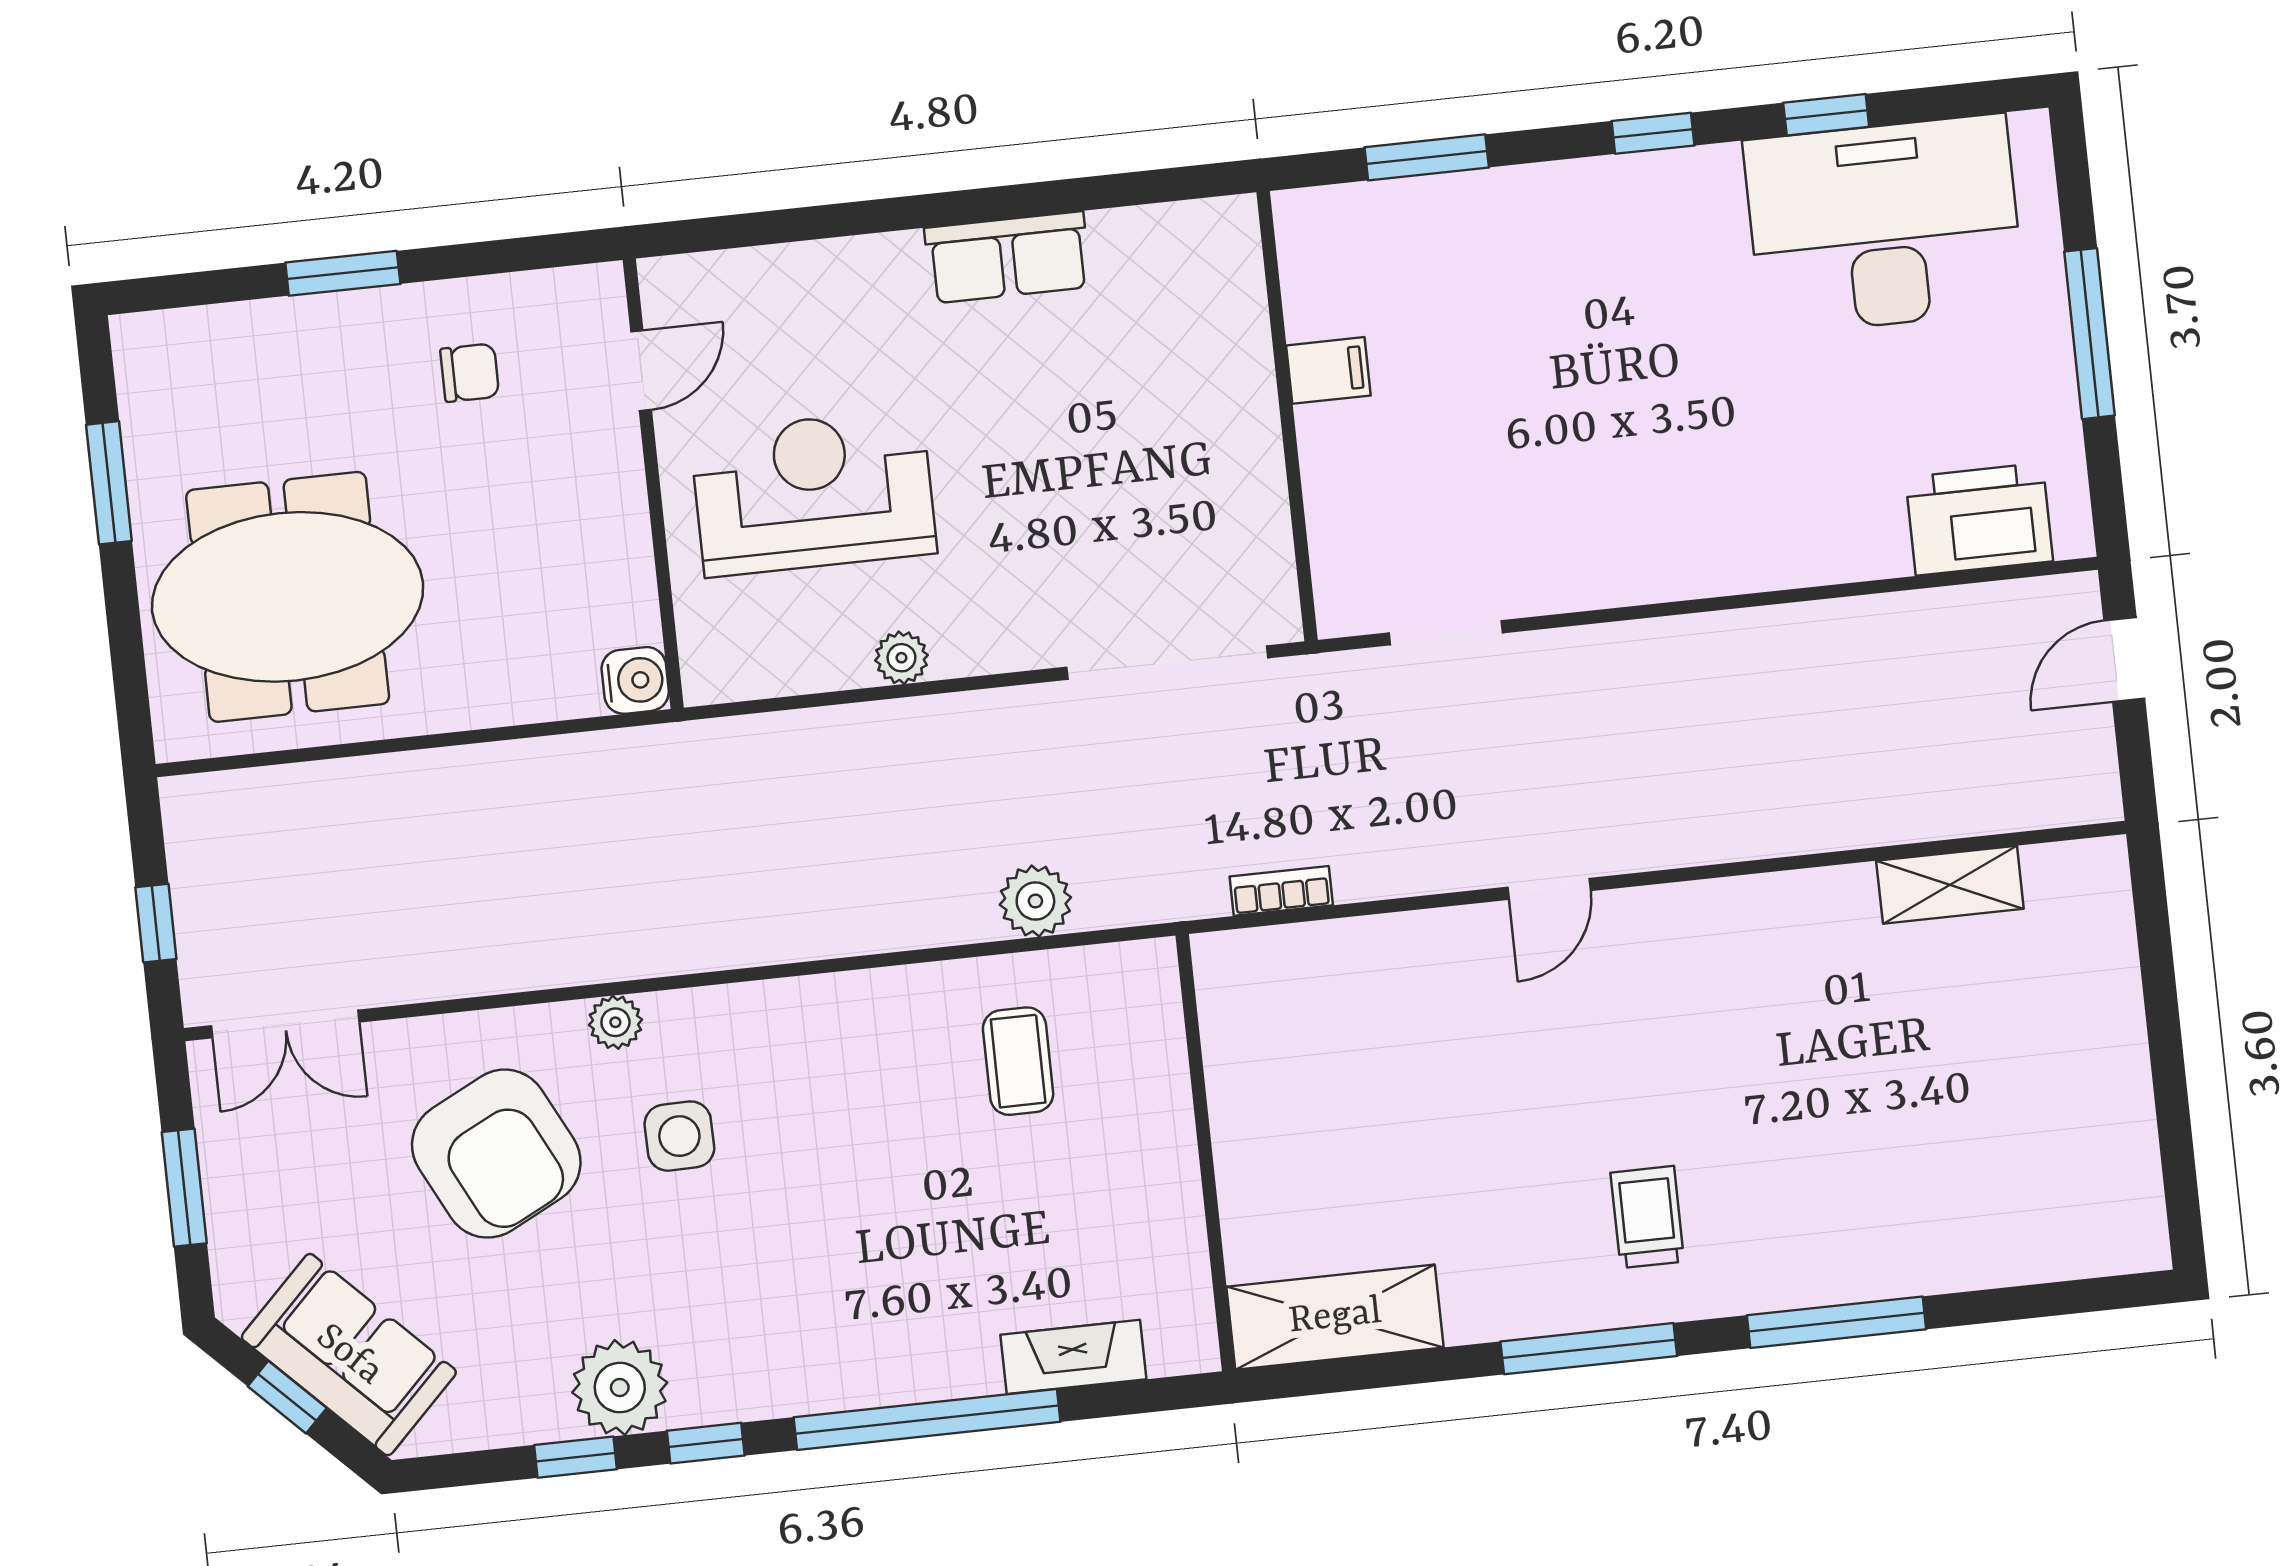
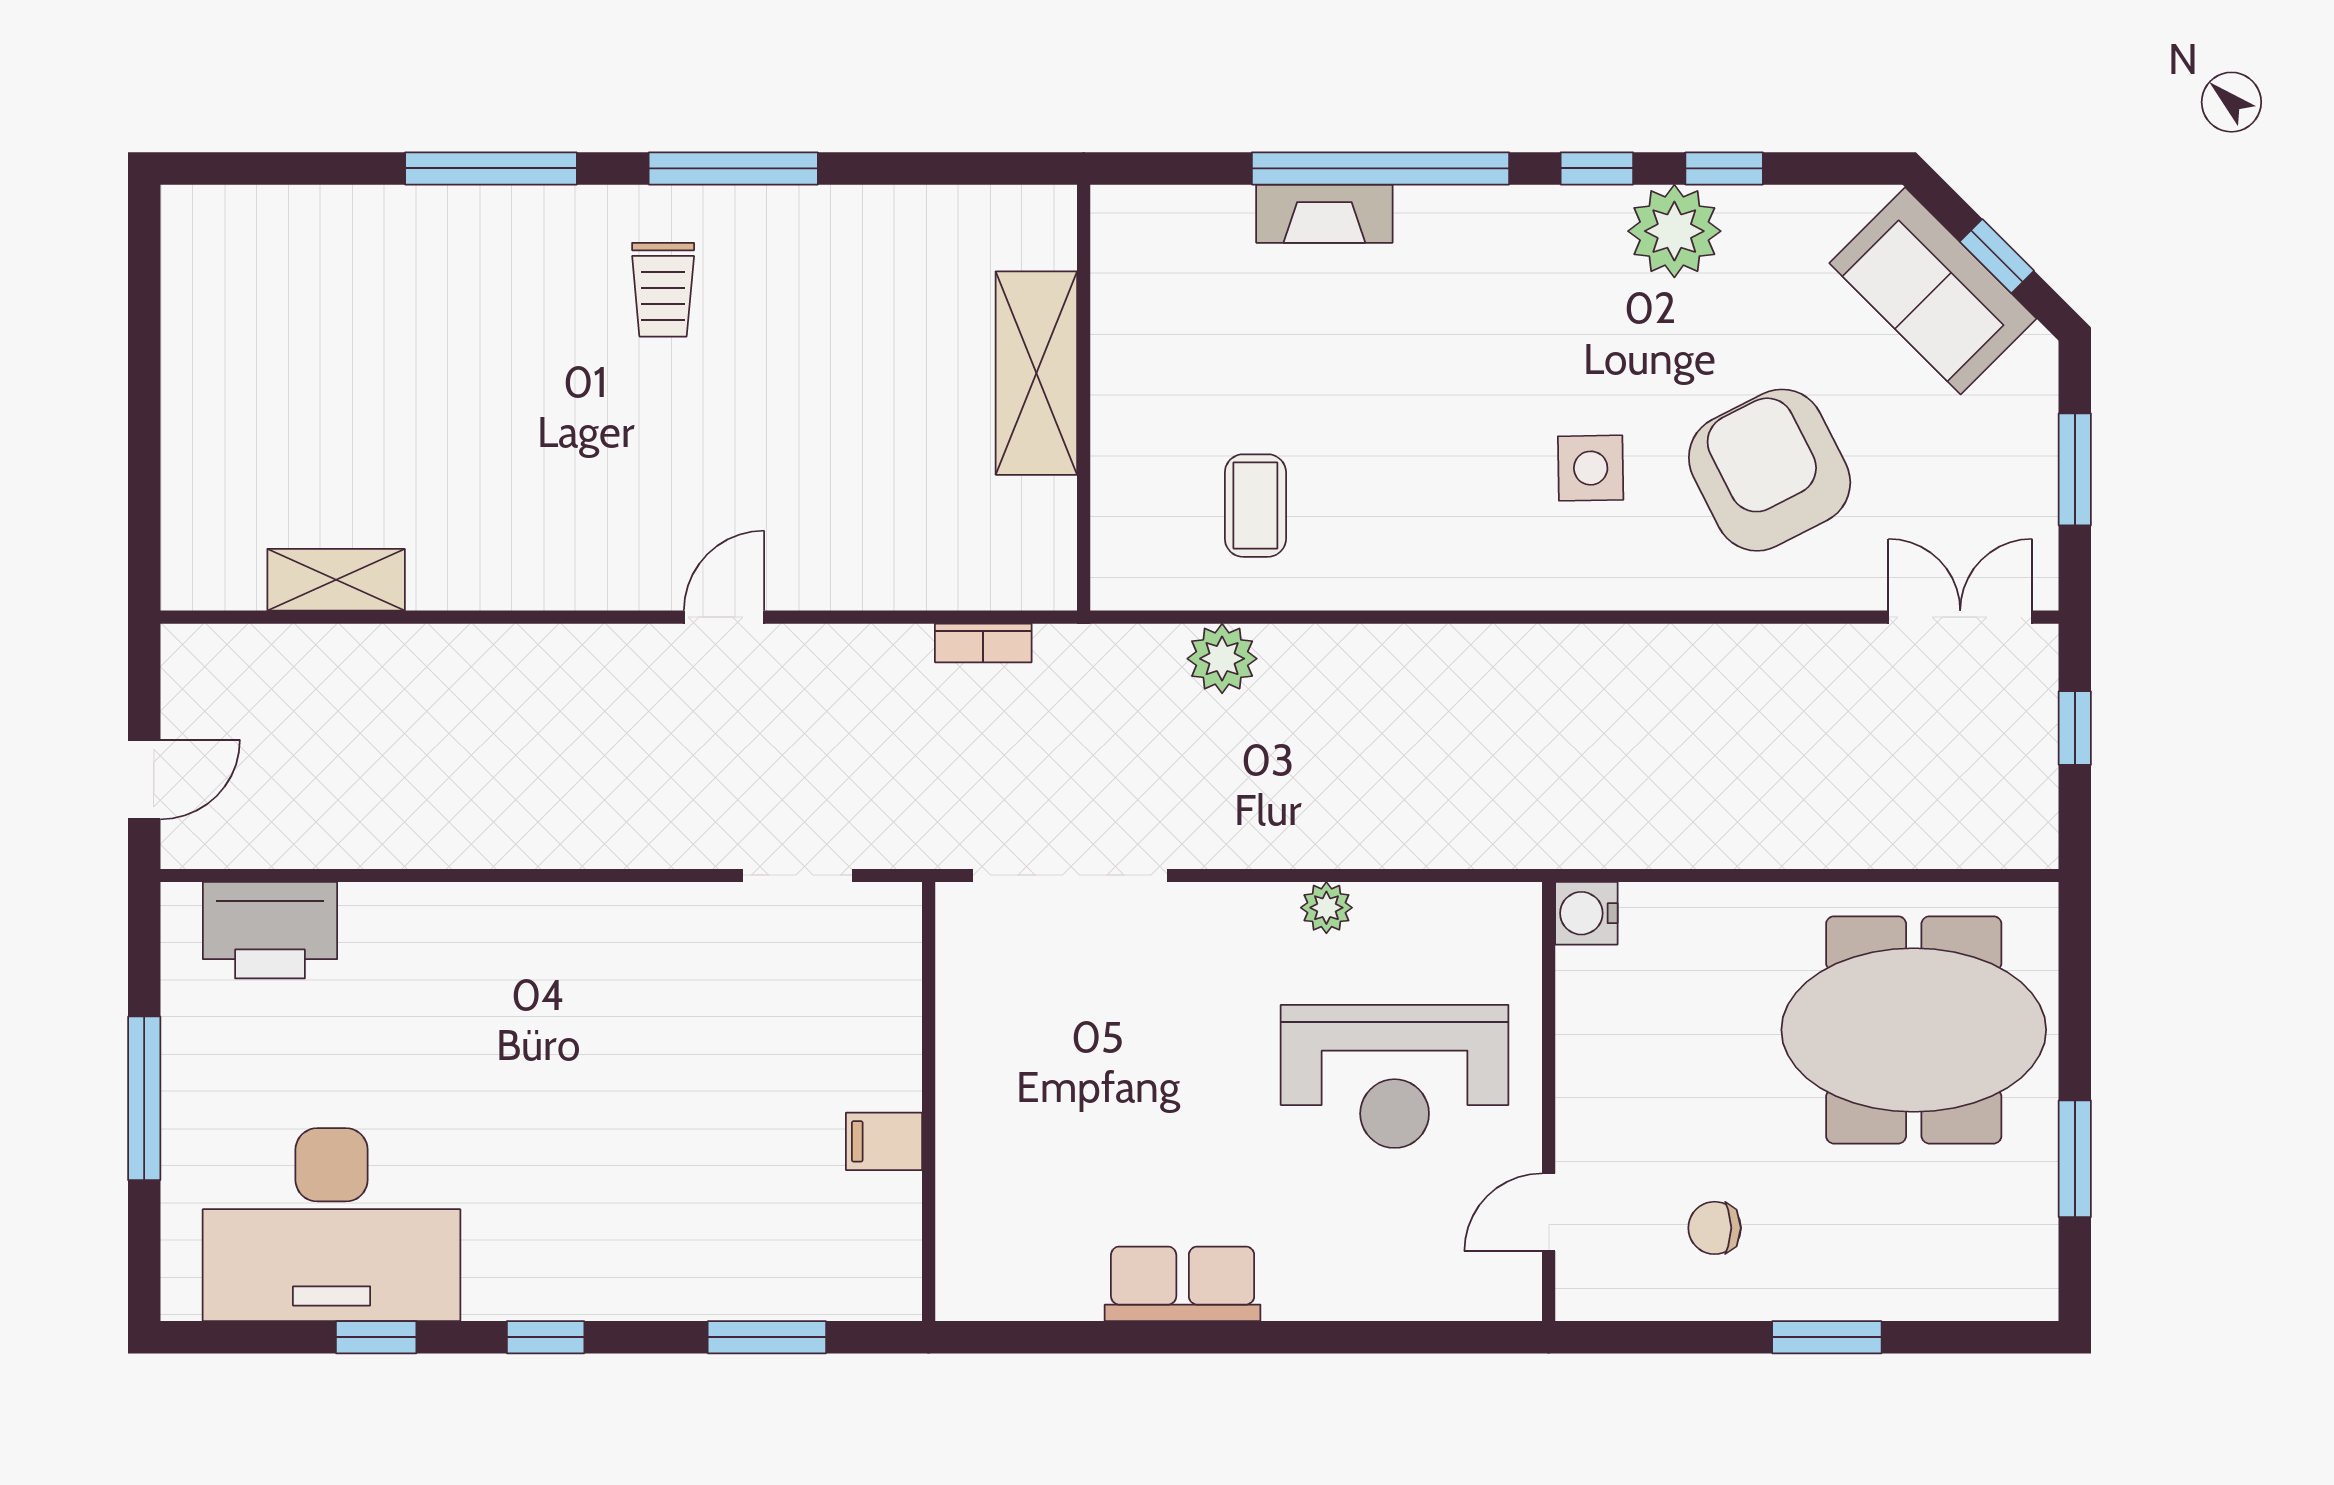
plant: (615, 1022) -> (1641, 585), removed
shelving: (1335, 1317) -> (1036, 373), moved, turned 90
fireplace: (1073, 1357) -> (1324, 214), moved

